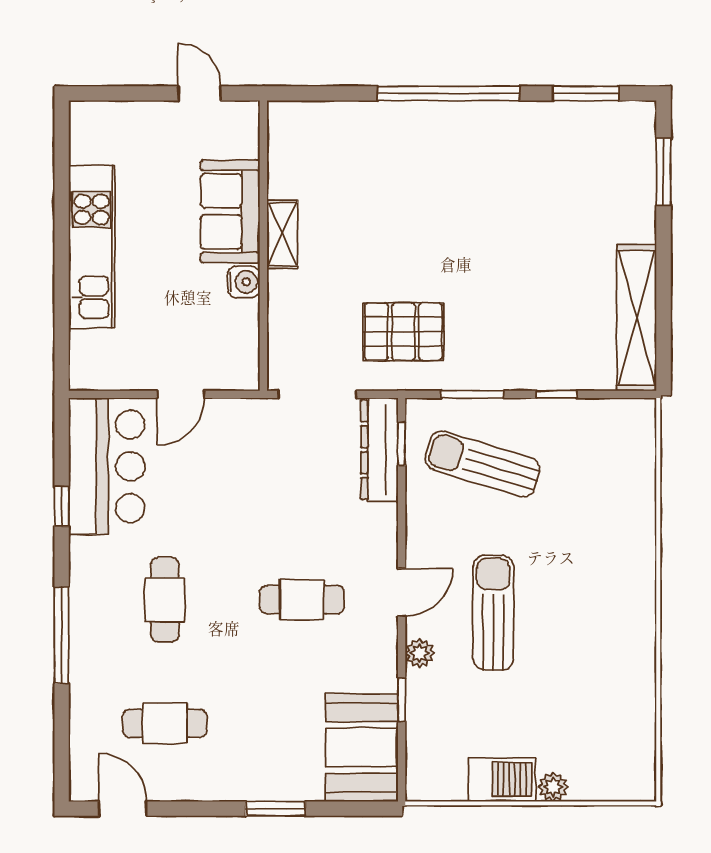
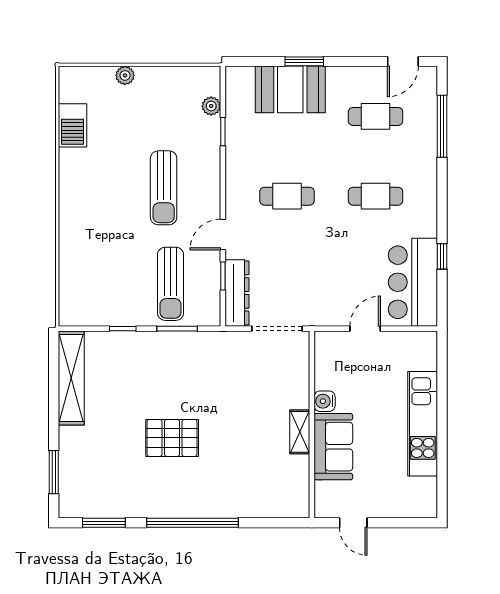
pallet: (403, 332) -> (172, 438), moved
window: (402, 444) -> (223, 276), moved
sun lounger: (483, 464) -> (171, 284), turned 73
door: (402, 592) -> (223, 235), moved
cafe table: (165, 600) -> (376, 196), turned 90
window: (62, 635) -> (442, 126), moved
plant: (420, 653) -> (211, 106), moved
booth: (362, 747) -> (290, 89), moved, turned 90
barbecue: (502, 780) -> (73, 125), moved, turned -90
door: (123, 809) -> (403, 61), hinge flipped

